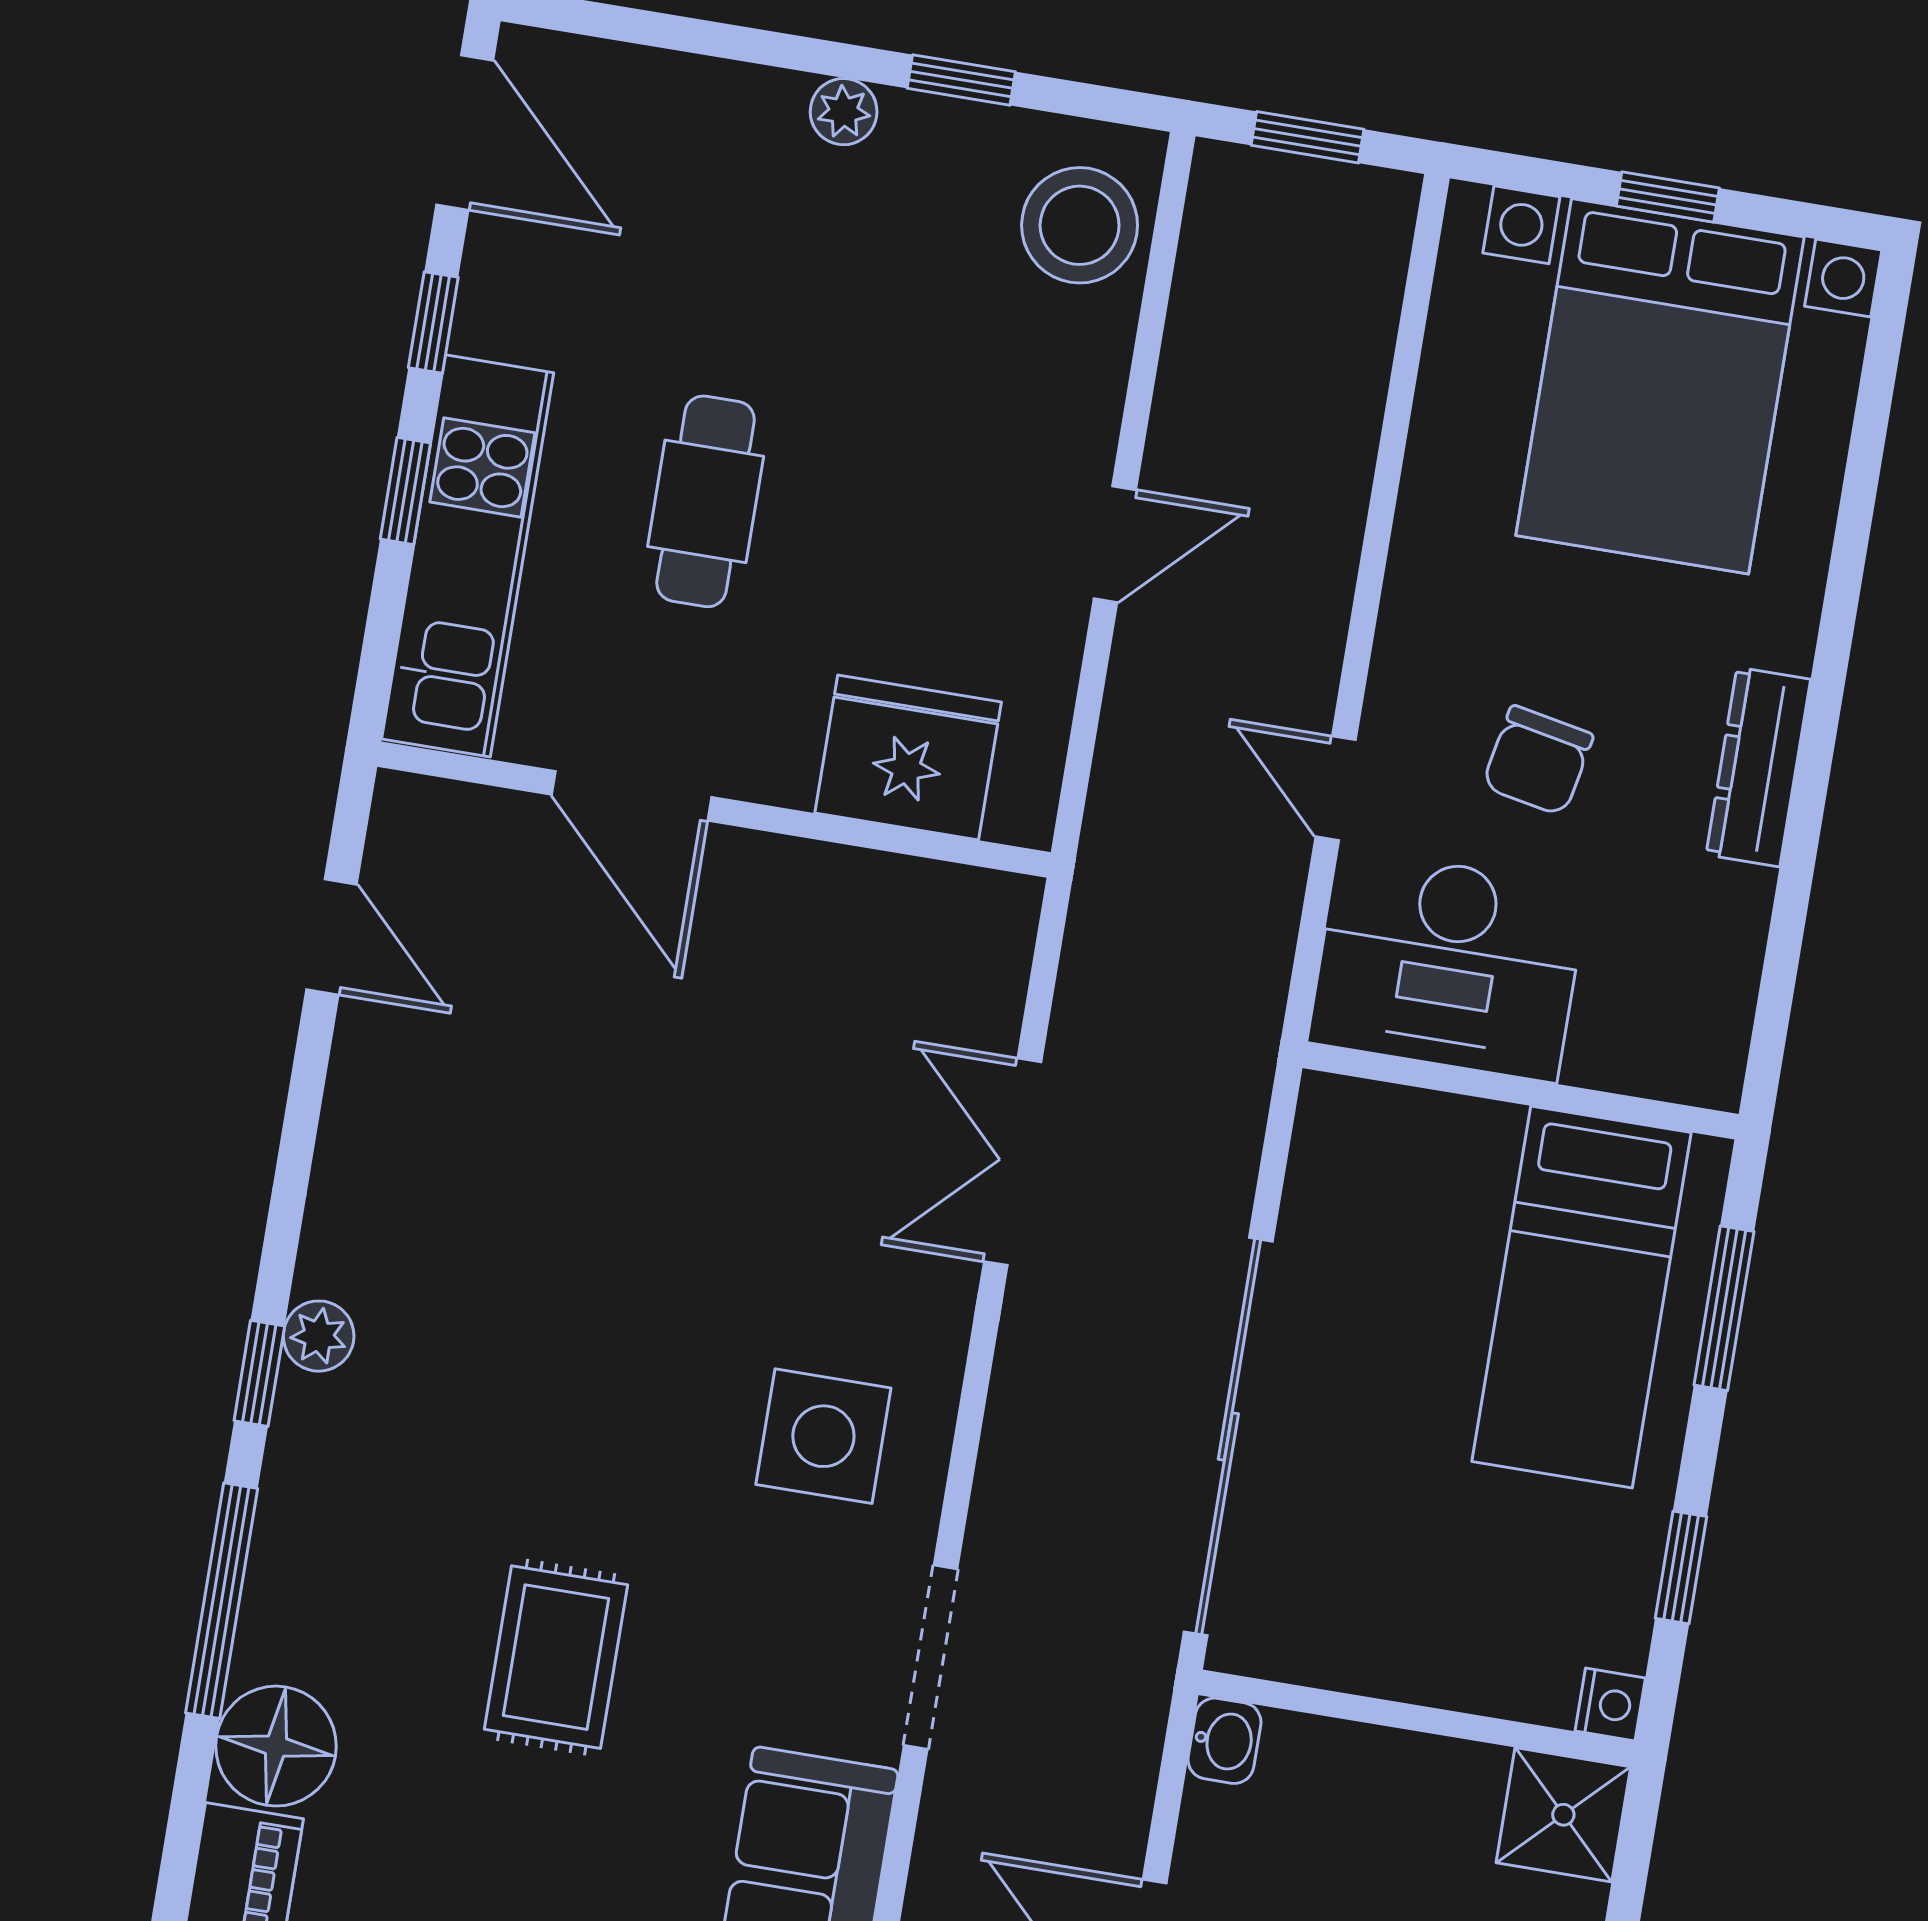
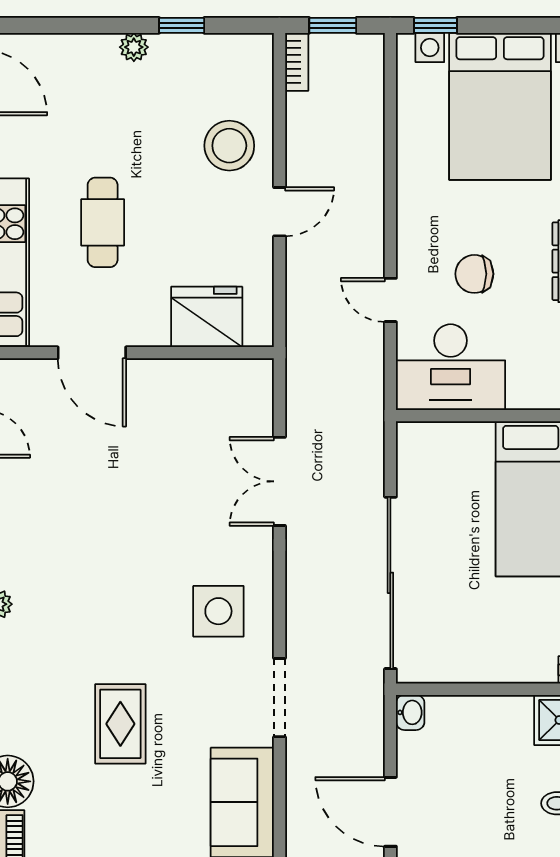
window: (1668, 197) -> (435, 25), moved
bookcase: (1211, 207) -> (297, 62), added
stool: (1080, 225) -> (229, 146), moved
chair: (1538, 761) -> (474, 274), turned 79

